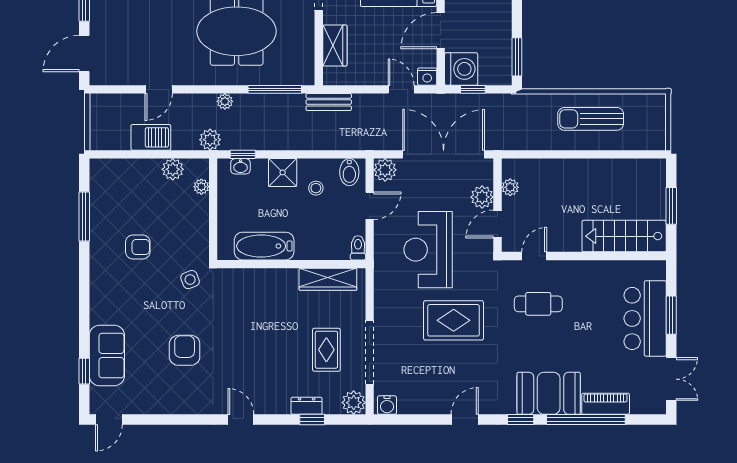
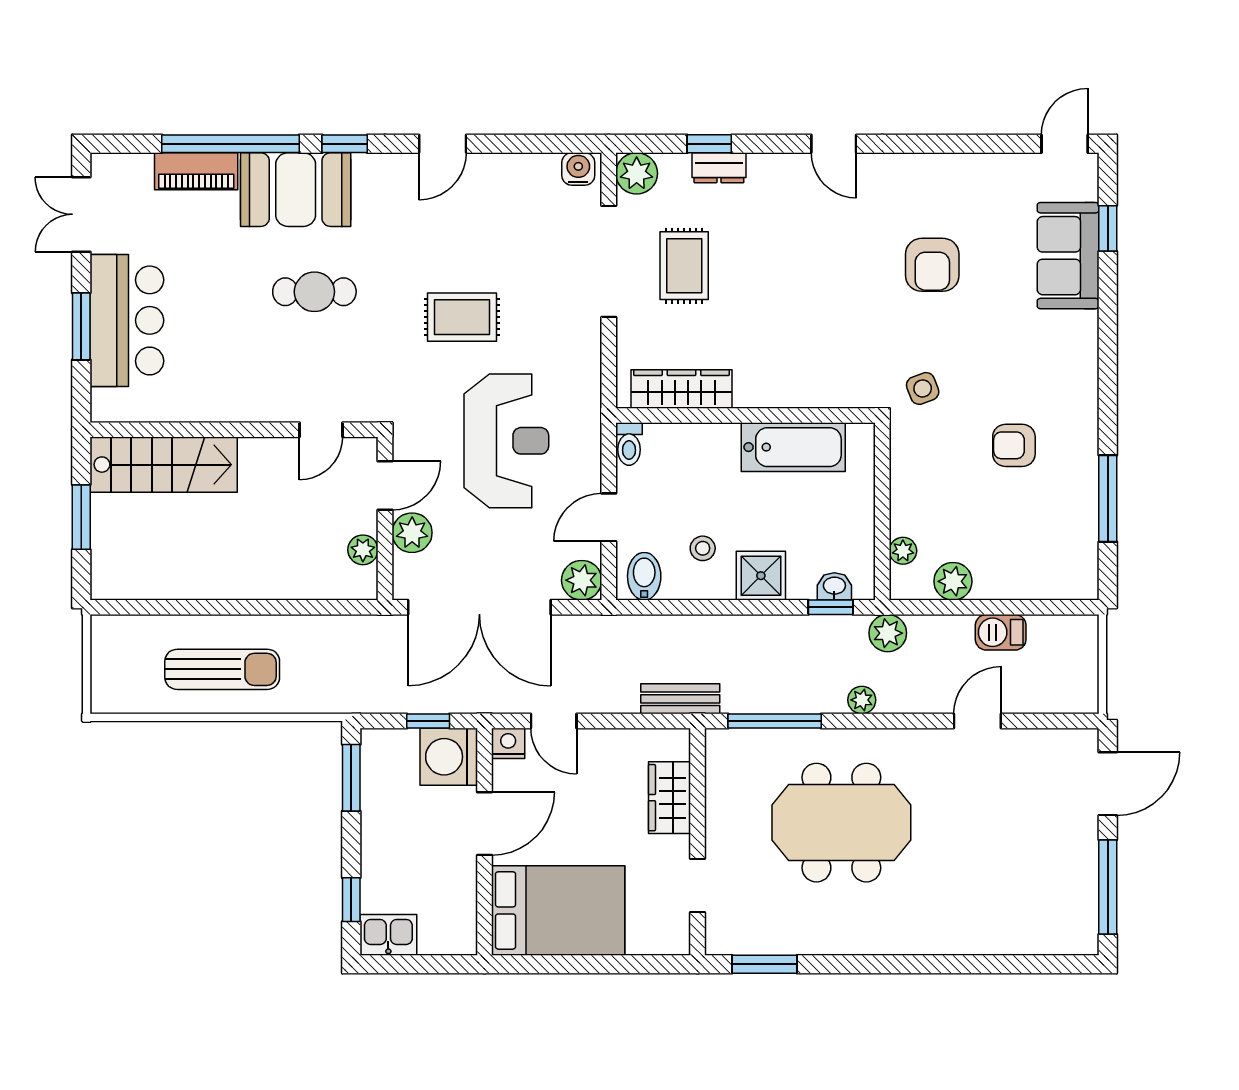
barbecue: (151, 137) -> (1001, 632), width x0.73, depth x0.79
cafe table: (538, 304) -> (314, 292), moved
rug: (454, 320) -> (462, 317), width x0.73, depth x0.70

